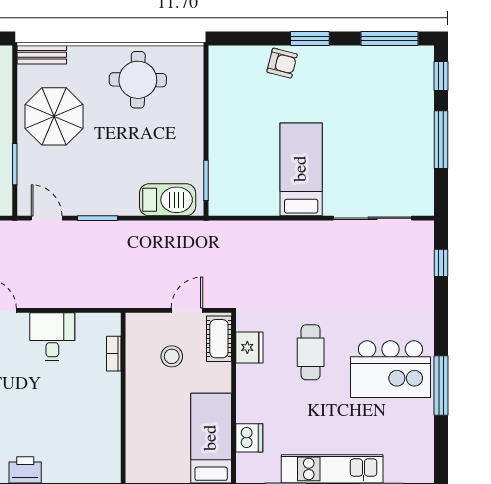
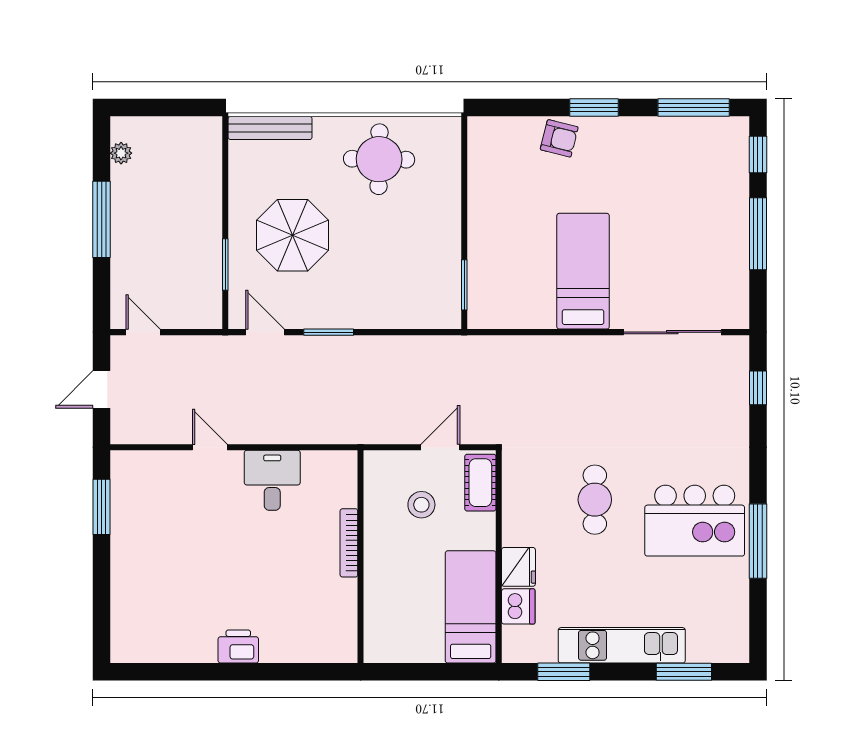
bench: (42, 55) -> (270, 128), width x1.36
parasol: (54, 116) -> (293, 235), moved
barbecue: (168, 200) -> (416, 309), removed
fridge: (249, 347) -> (518, 567), moved
bookcase: (114, 354) -> (349, 543), moved, width x1.56

